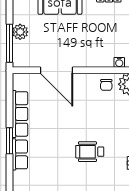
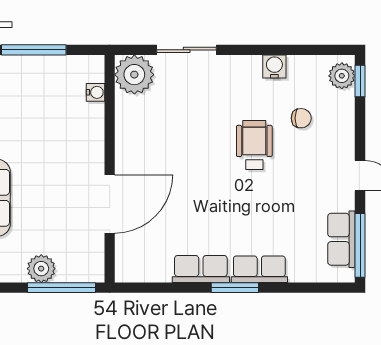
chair: (106, 85) -> (301, 118), moved
row of seats: (20, 114) -> (201, 269), width x0.68
wheelchair: (90, 152) -> (254, 145), turned 180

